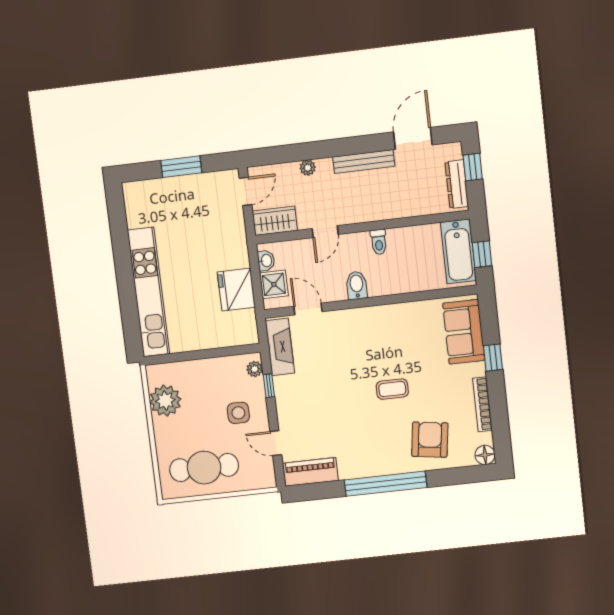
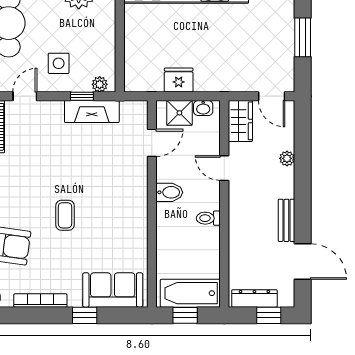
bench: (364, 161) -> (286, 220), width x0.73
fridge: (236, 290) -> (179, 80), width x0.73, depth x0.75
fireplace: (280, 347) -> (92, 111), moved

